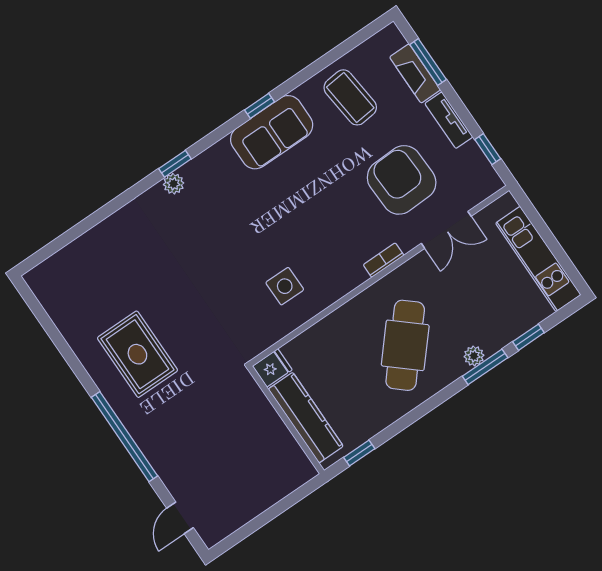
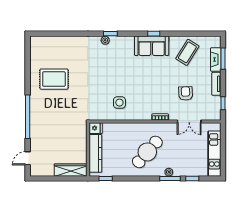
coffee table: (350, 97) -> (187, 52), turned 38
armchair: (402, 180) -> (186, 93), width x0.53, depth x0.53
rug: (137, 354) -> (54, 79), moved, turned 90
wardrobe: (280, 483) -> (71, 170), added

